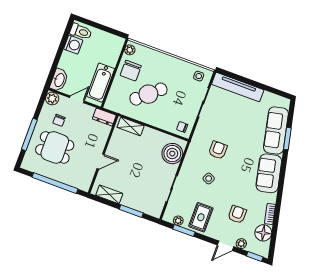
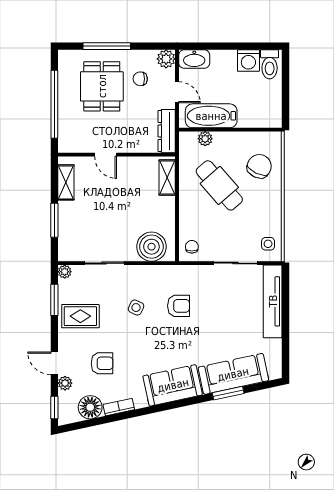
plant: (130, 50) -> (205, 139), moved
chair: (131, 71) -> (259, 166), moved, turned 116
dresser: (104, 117) -> (167, 131), width x1.44
plant: (178, 221) -> (65, 272), moved

